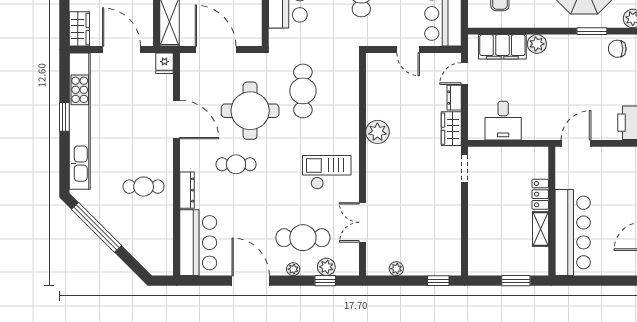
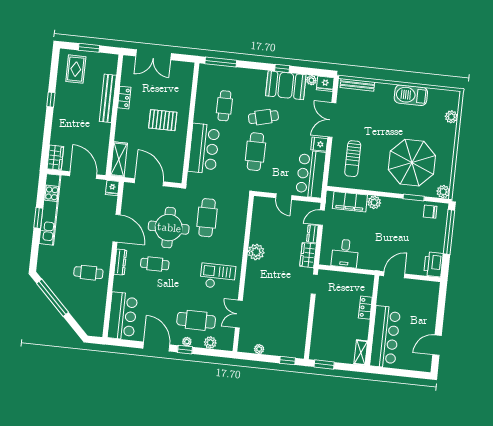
kitchen unit: (80, 121) -> (50, 209), width x0.73
dresser: (187, 190) -> (120, 262), moved
shelving: (540, 229) -> (361, 352), moved
window: (325, 281) -> (185, 350), moved
window: (516, 281) -> (324, 364), moved

